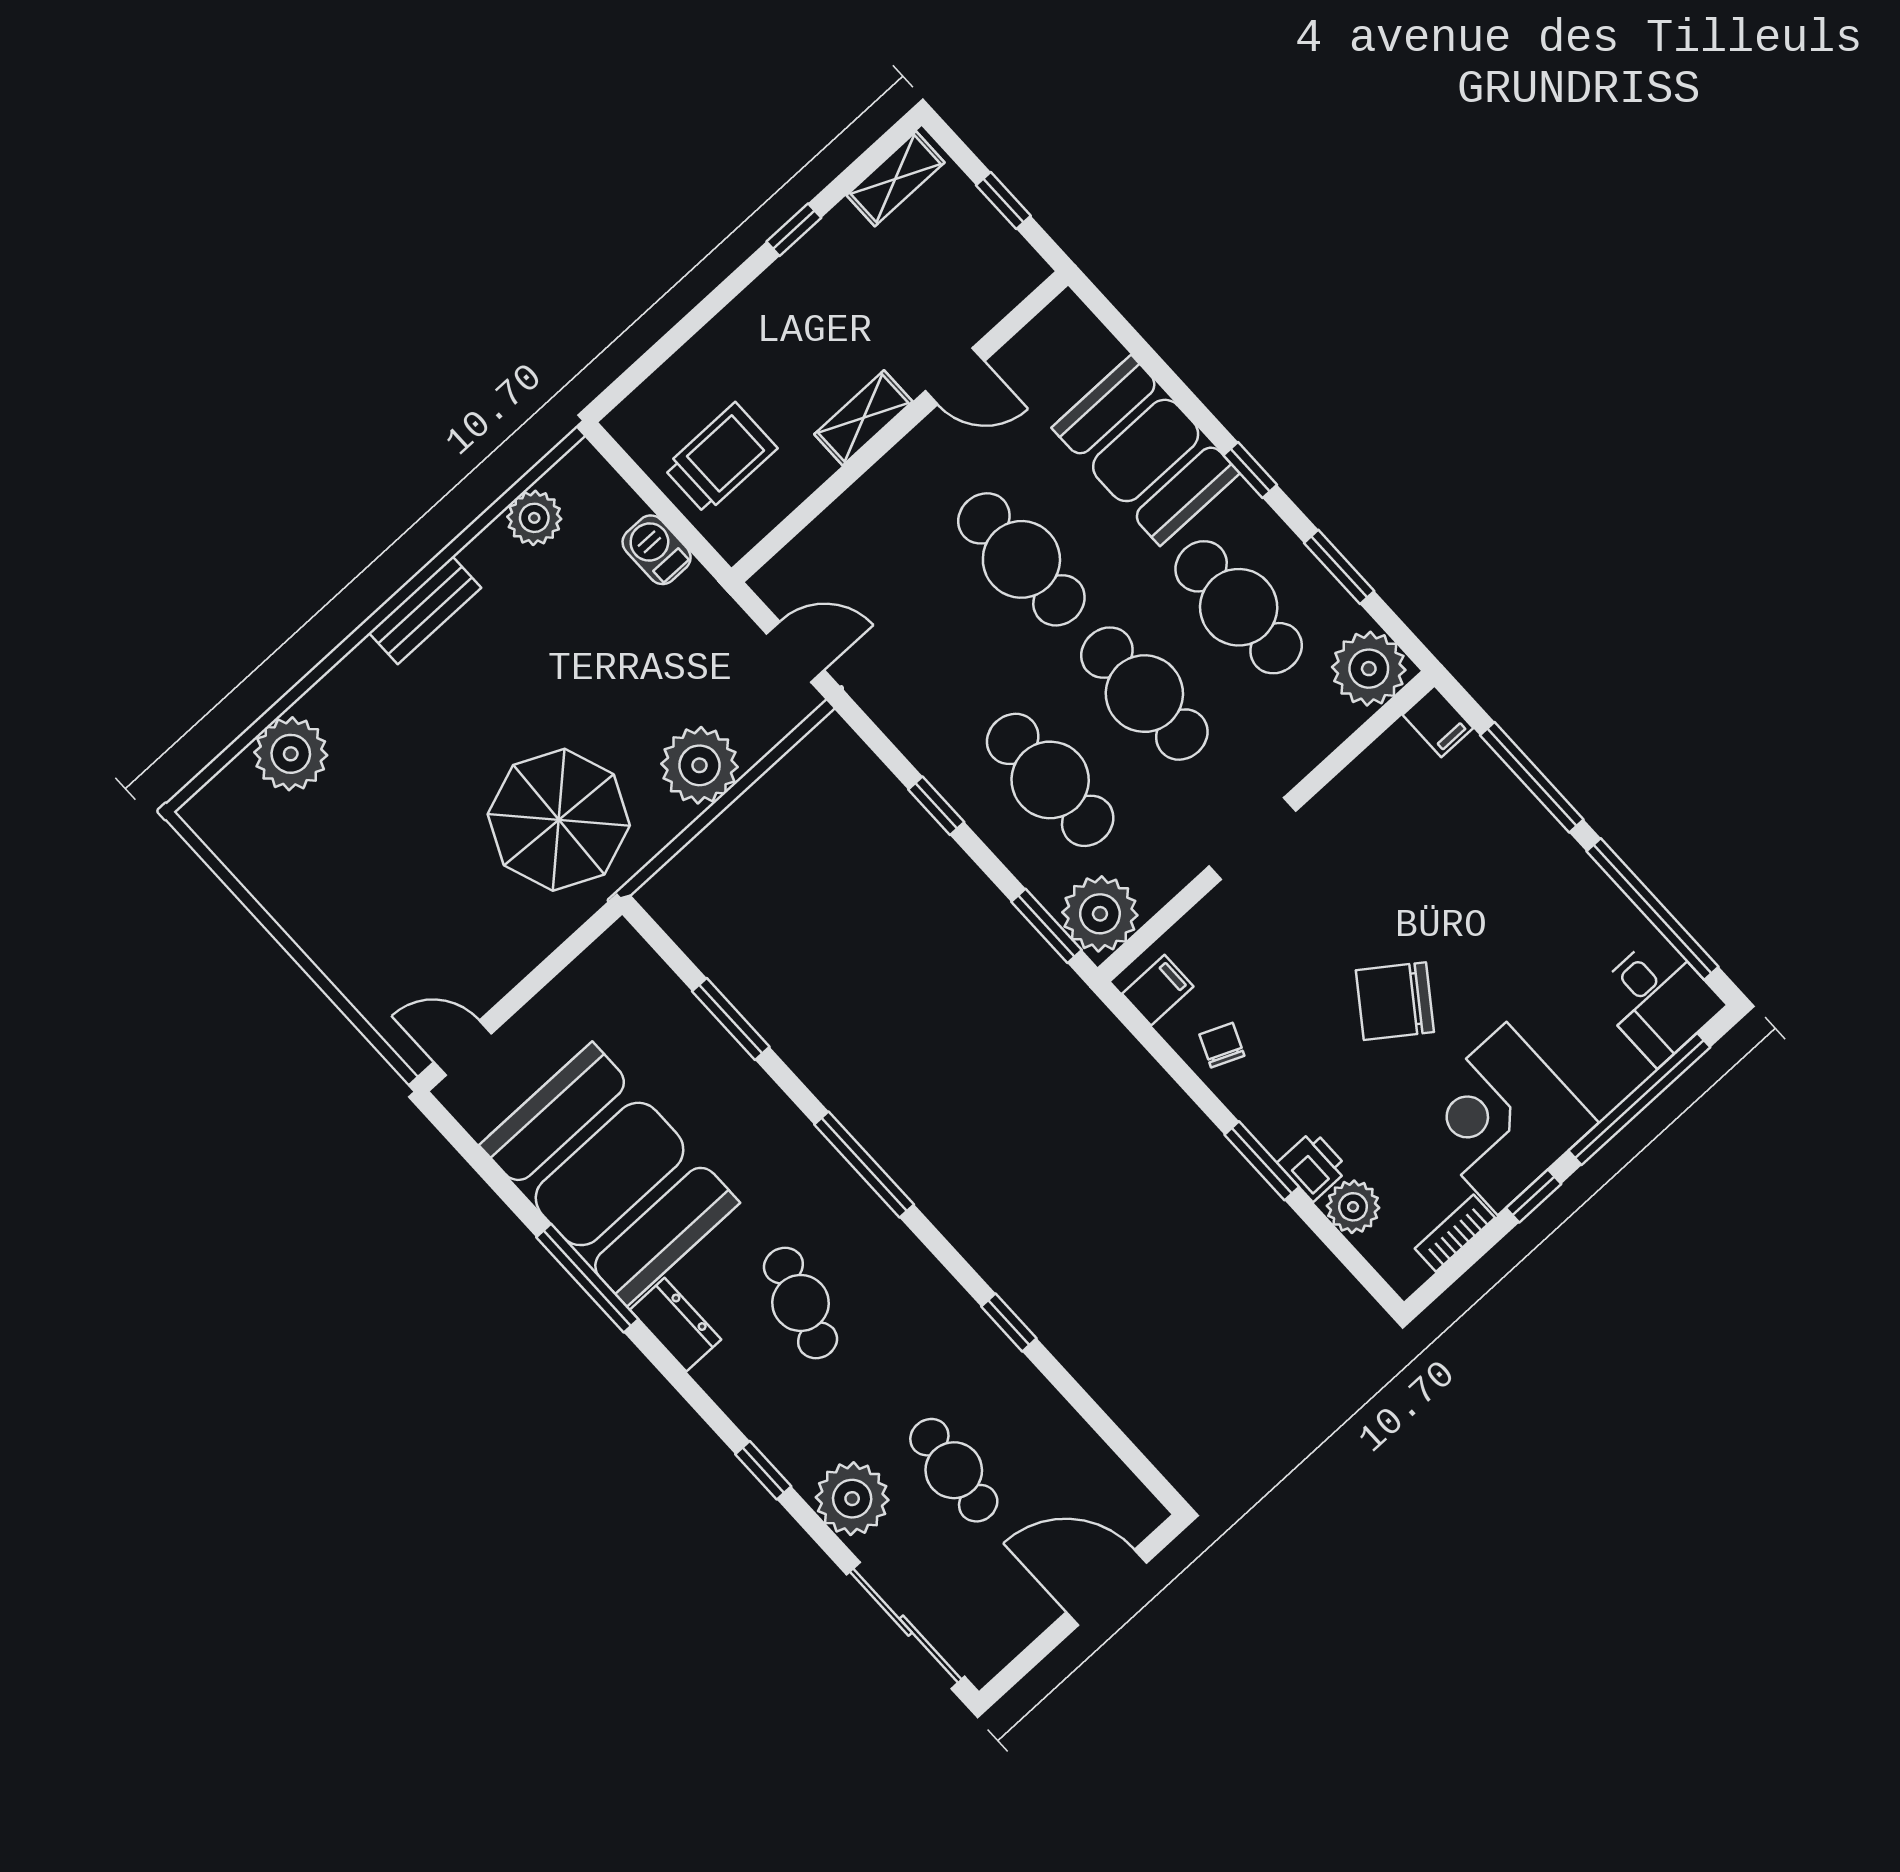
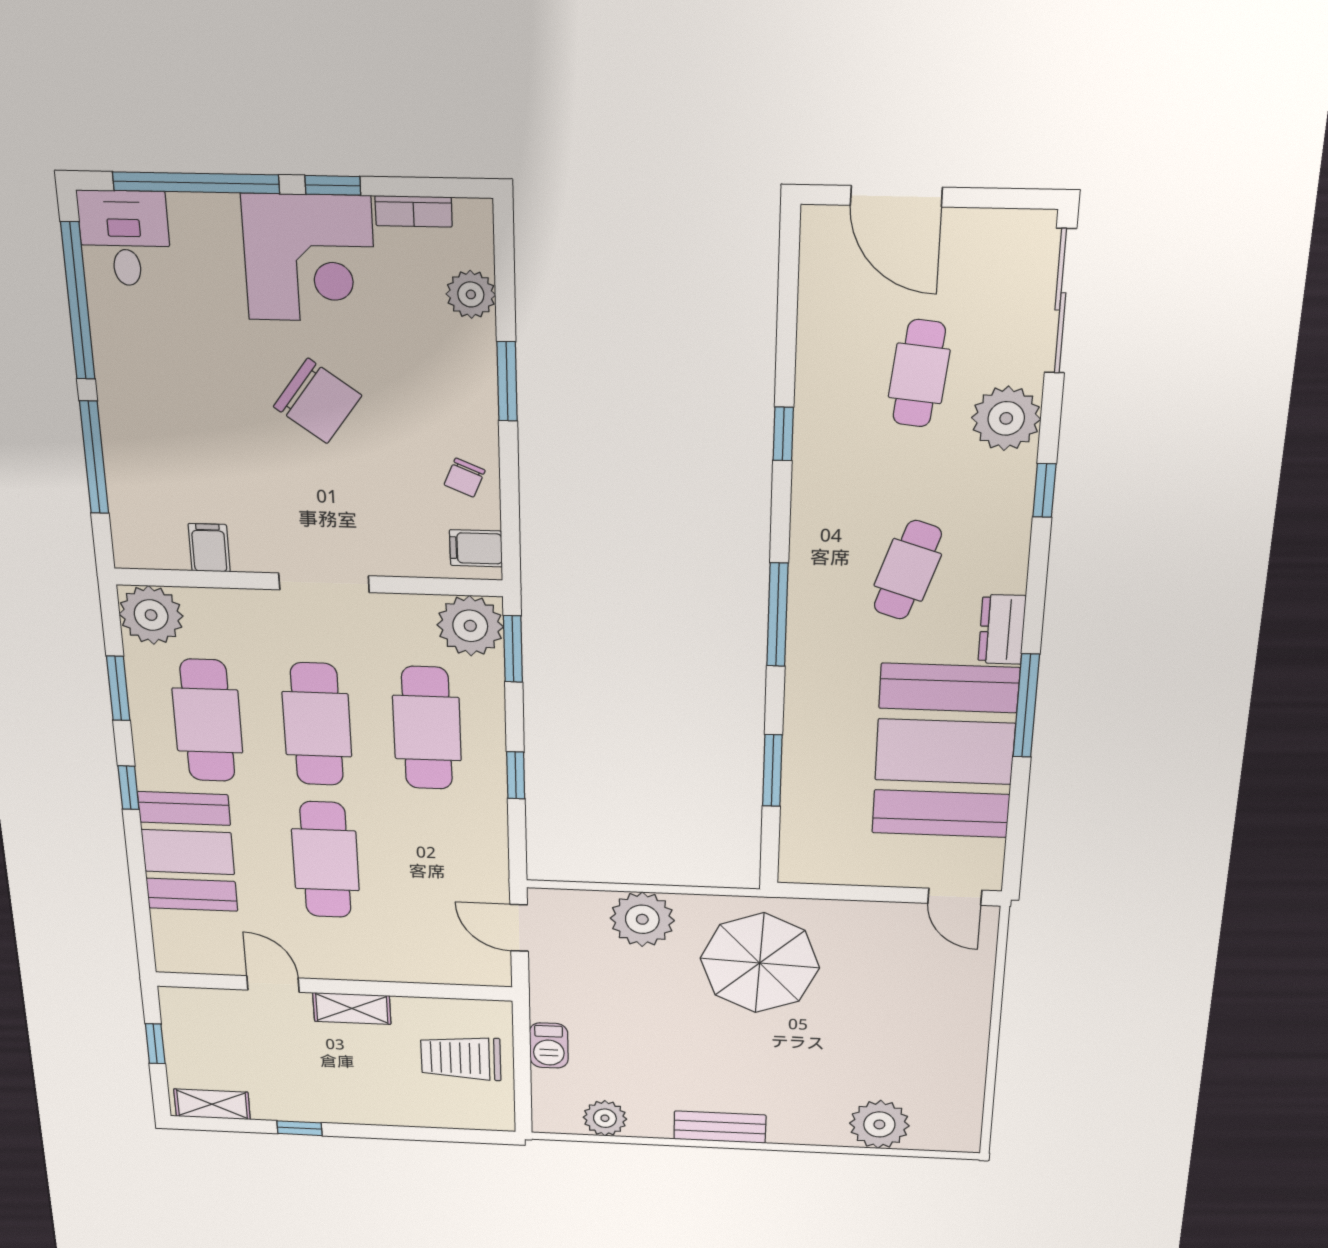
filing cabinet: (1438, 721) -> (209, 548), moved
printer: (1313, 1166) -> (474, 346), removed

